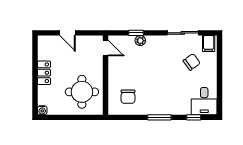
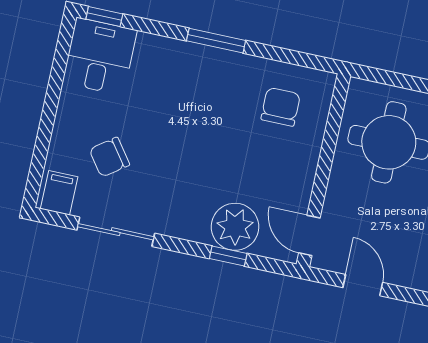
door: (67, 33) -> (363, 285), moved
plant: (140, 41) -> (235, 227), width x1.88, depth x1.88
window: (194, 117) -> (104, 16), moved

